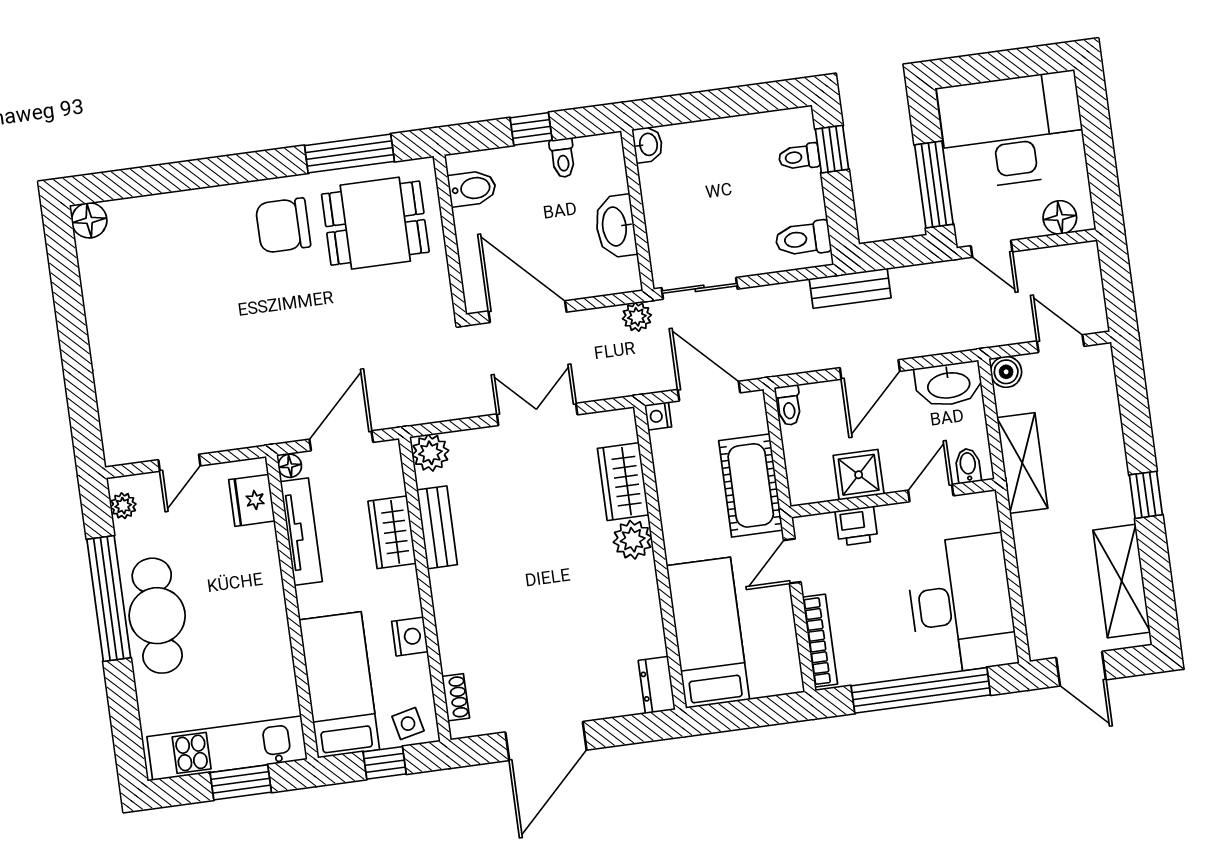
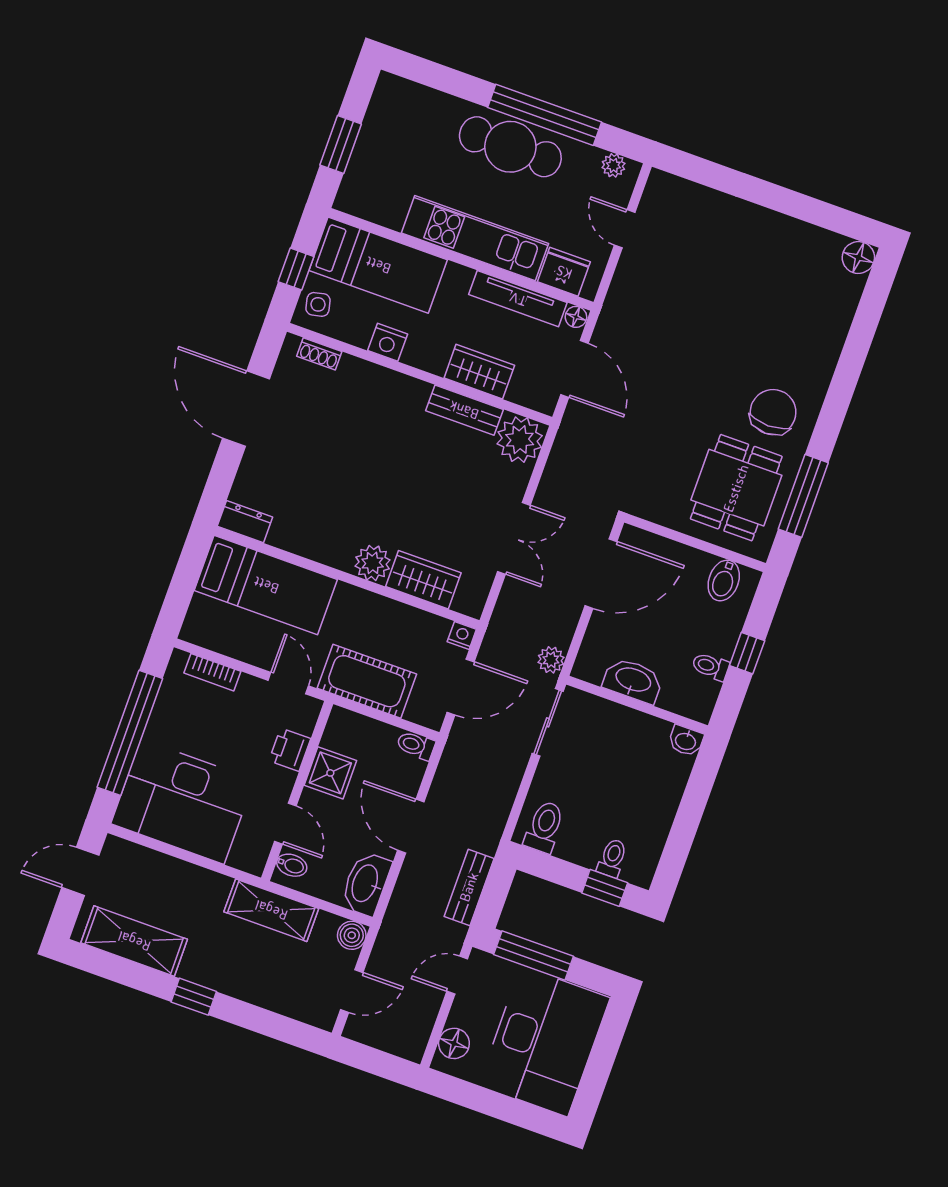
bench: (850, 288) -> (469, 887), moved
plant: (430, 453) -> (520, 440), width x1.36, depth x1.36
bookcase: (820, 641) -> (212, 672), width x0.64
kitchen unit: (227, 748) -> (475, 238), moved, turned -90

